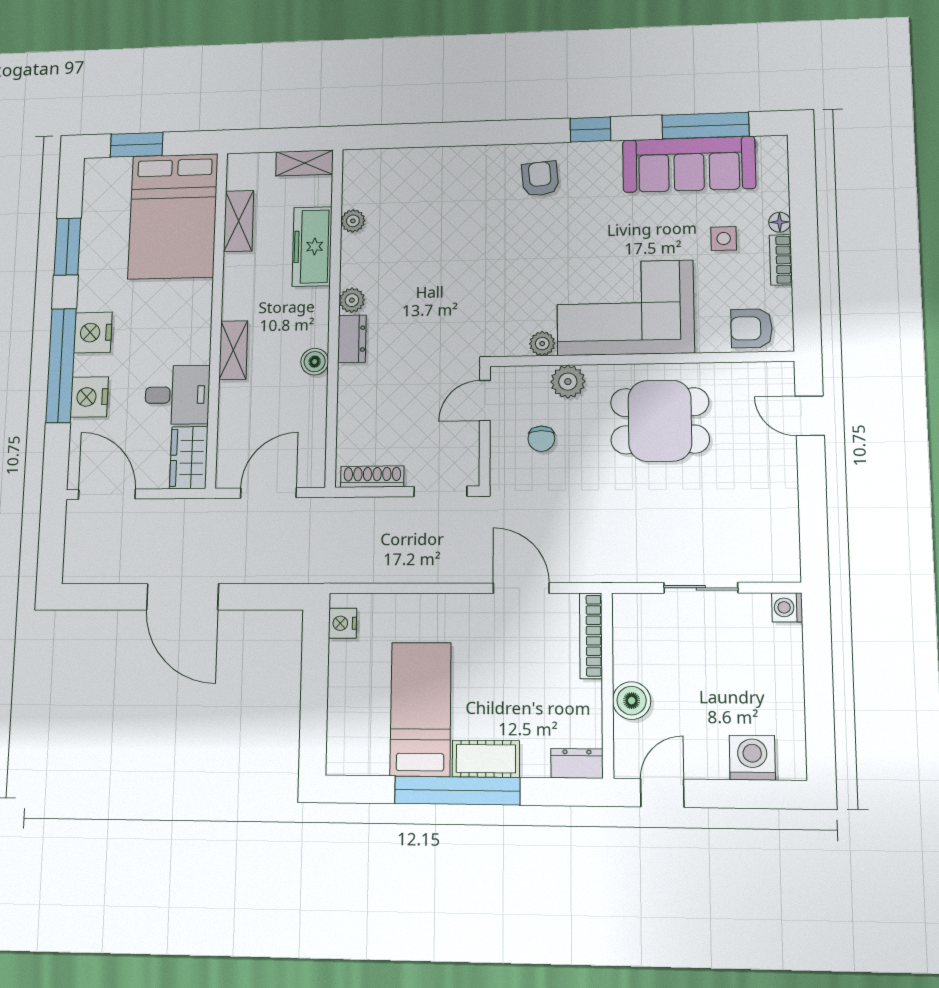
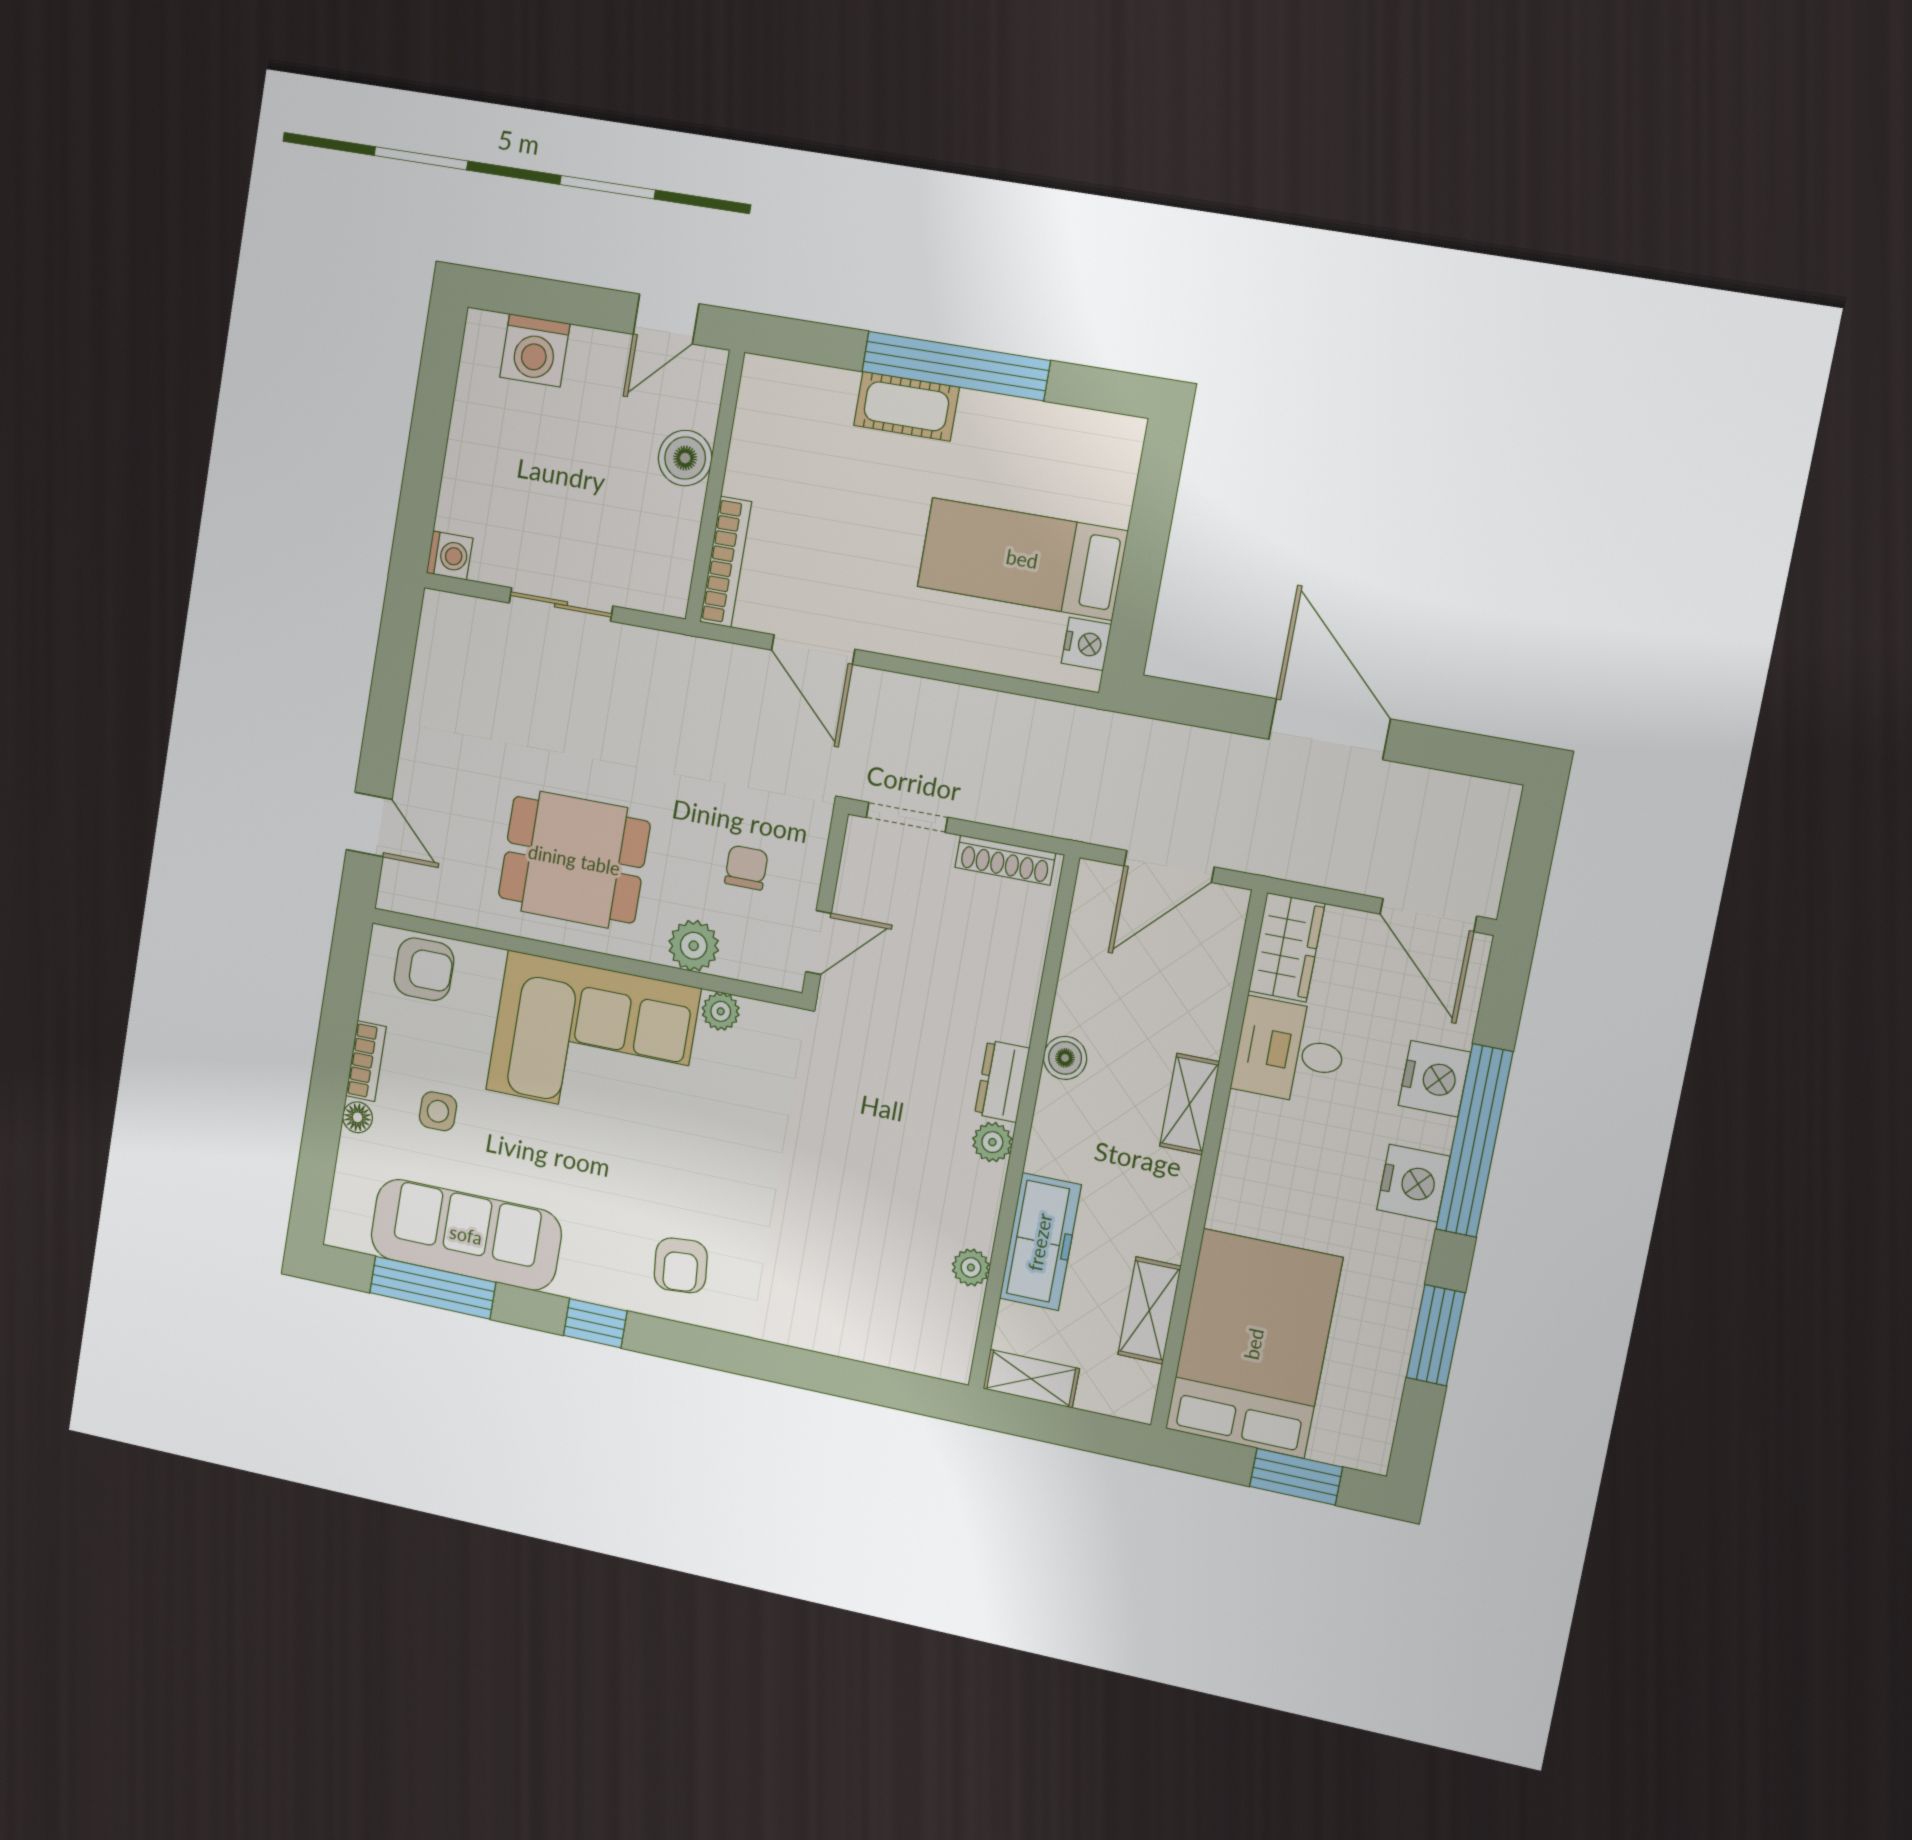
bed: (421, 709) -> (1022, 559), moved, turned 90
dresser: (577, 763) -> (777, 379), removed

